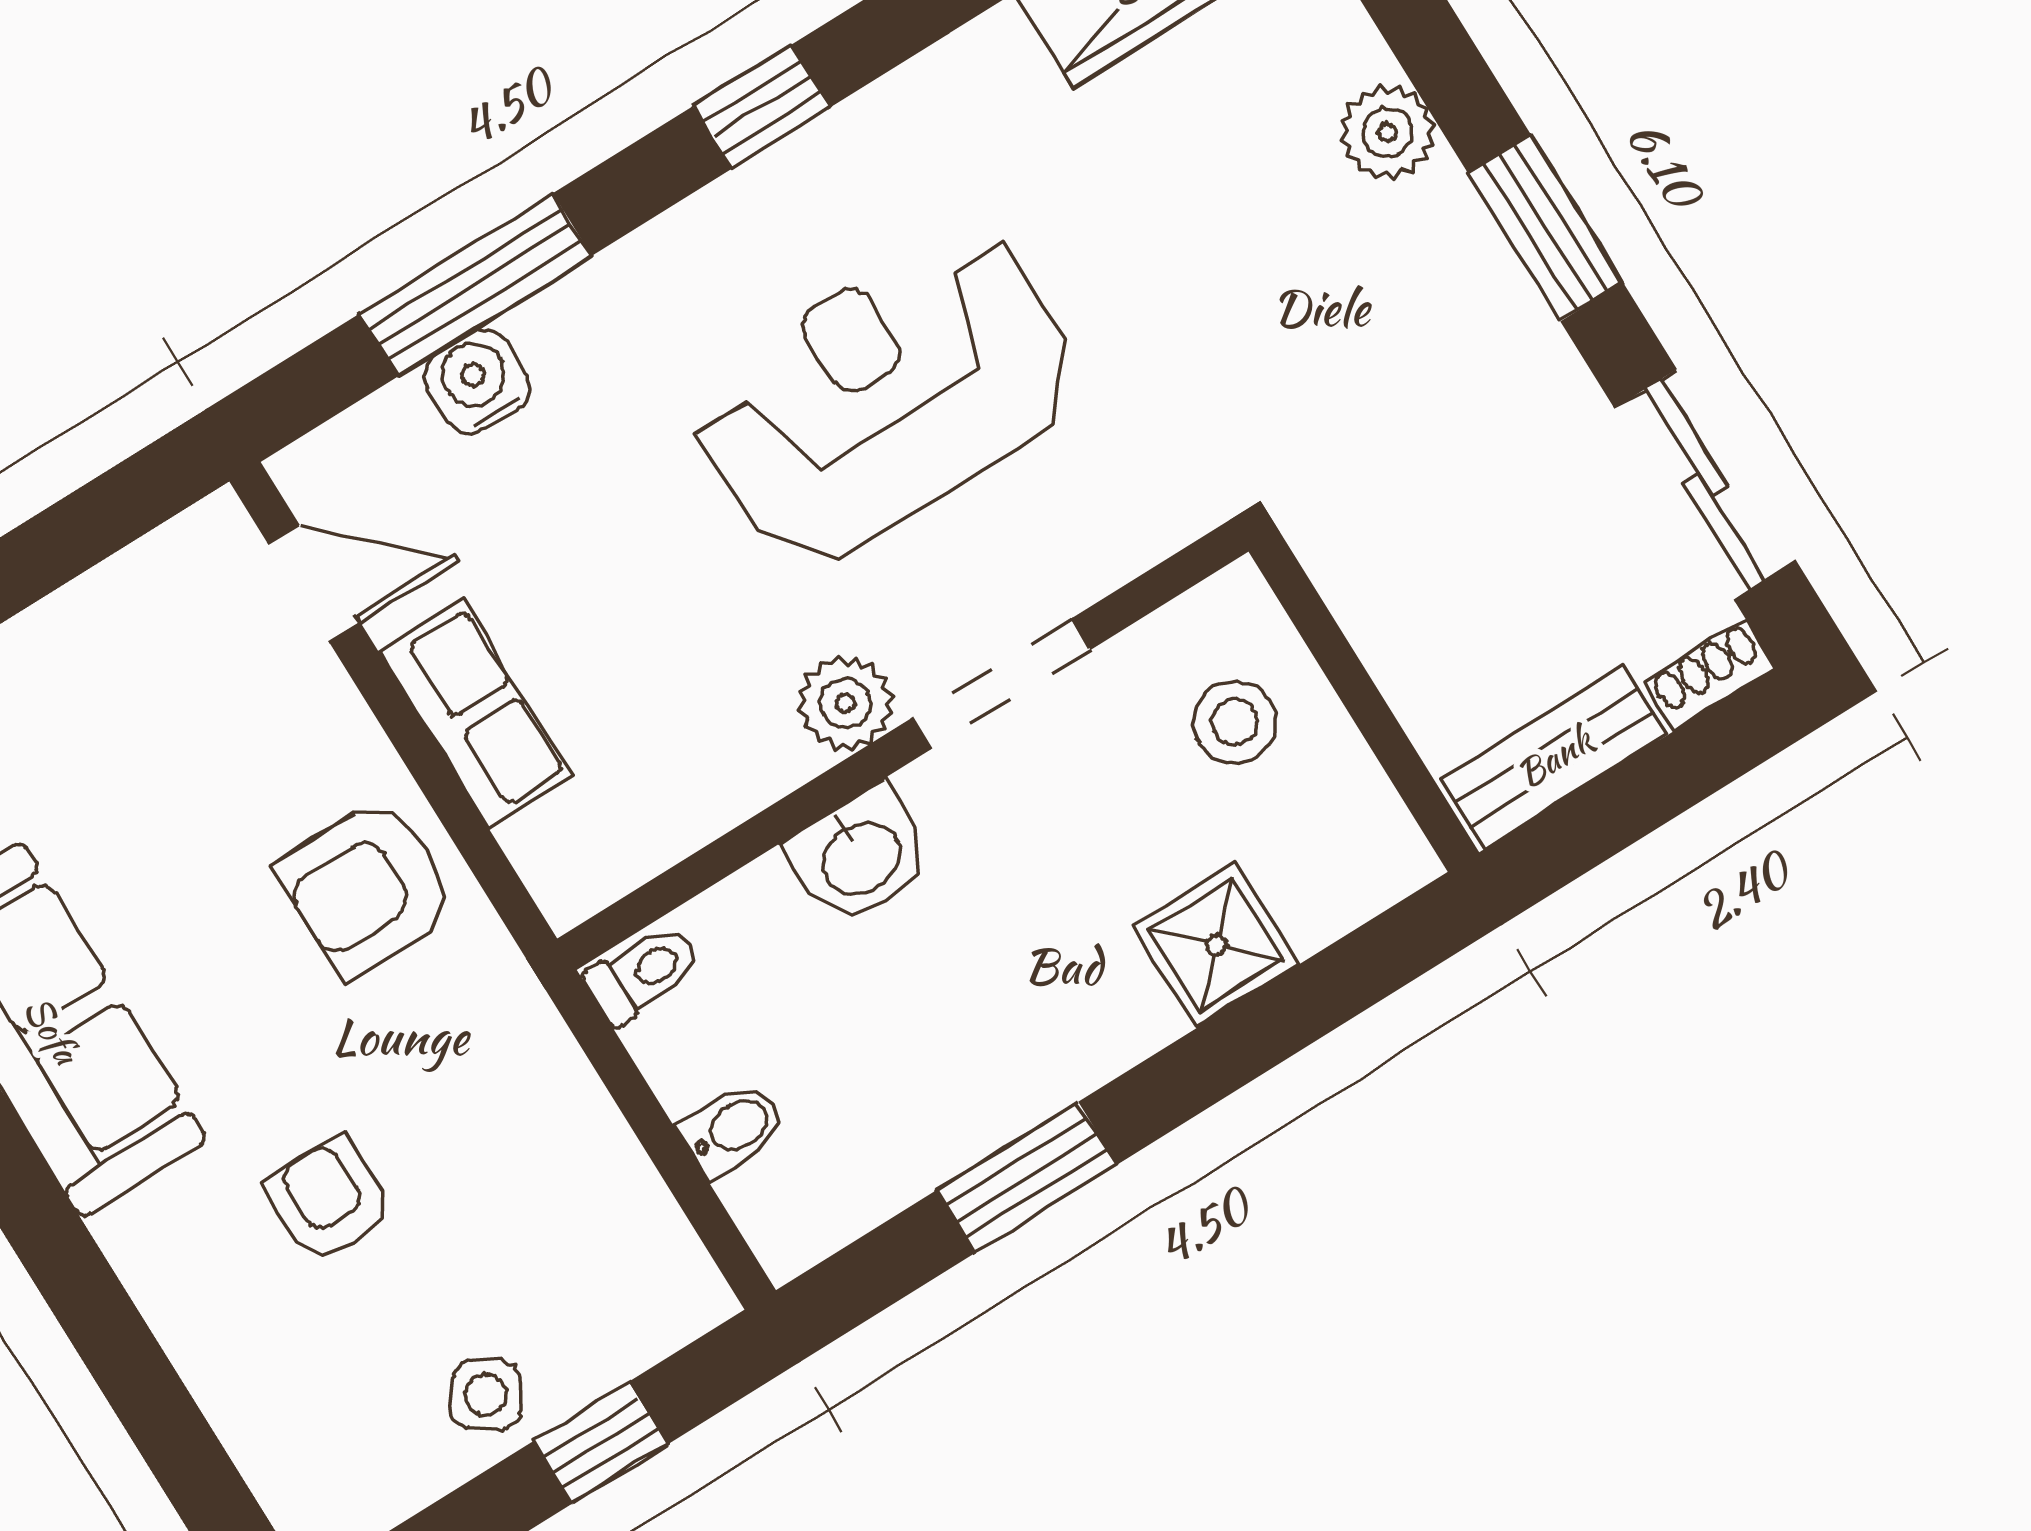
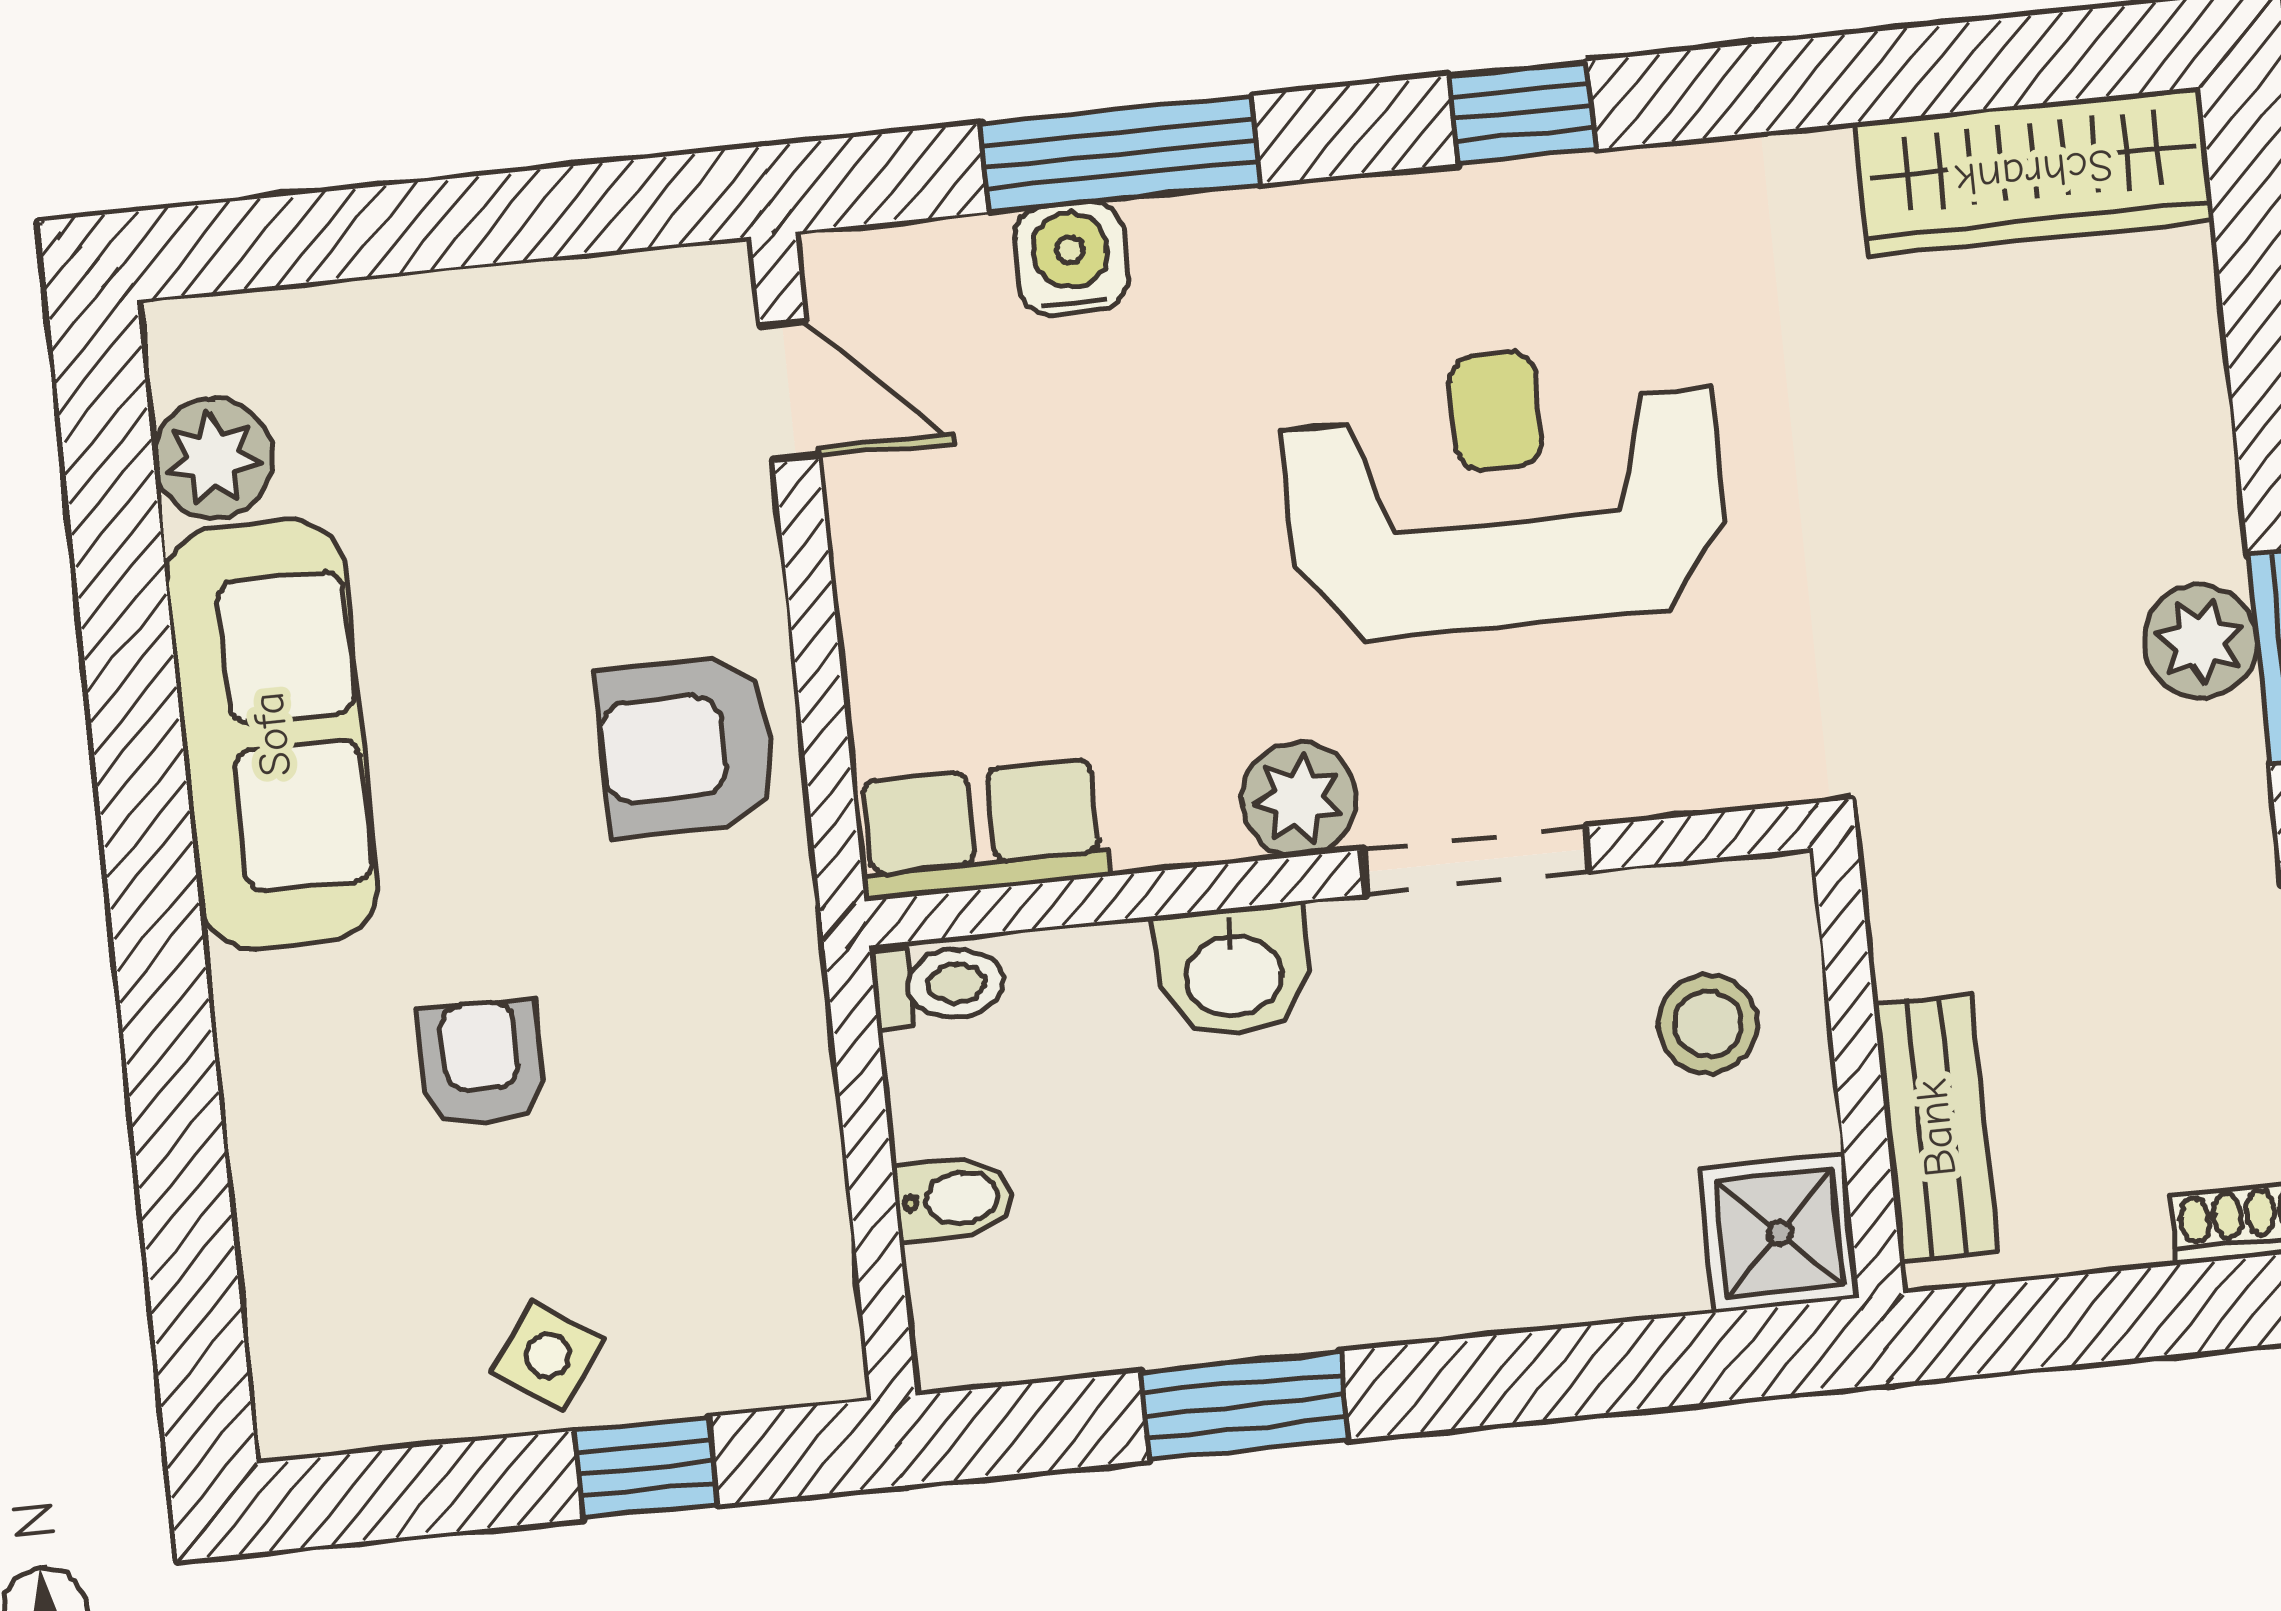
plant: (1387, 132) -> (2201, 641), moved
row of seats: (476, 714) -> (982, 829), moved, turned -90
bench: (1554, 757) -> (1936, 1128), moved, turned 90
shower: (1216, 945) -> (1780, 1233), moved

